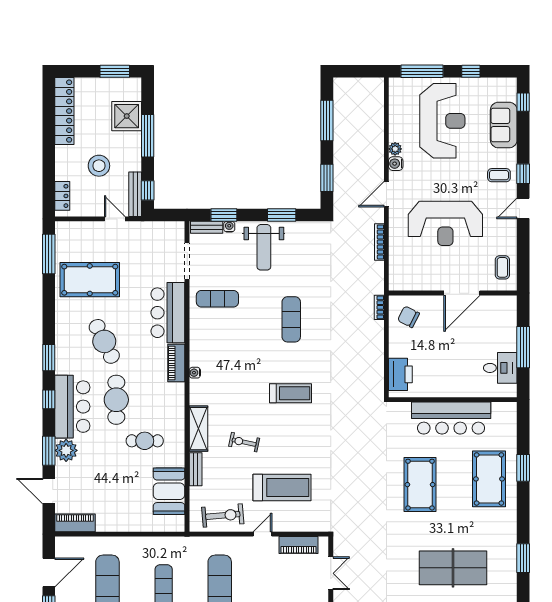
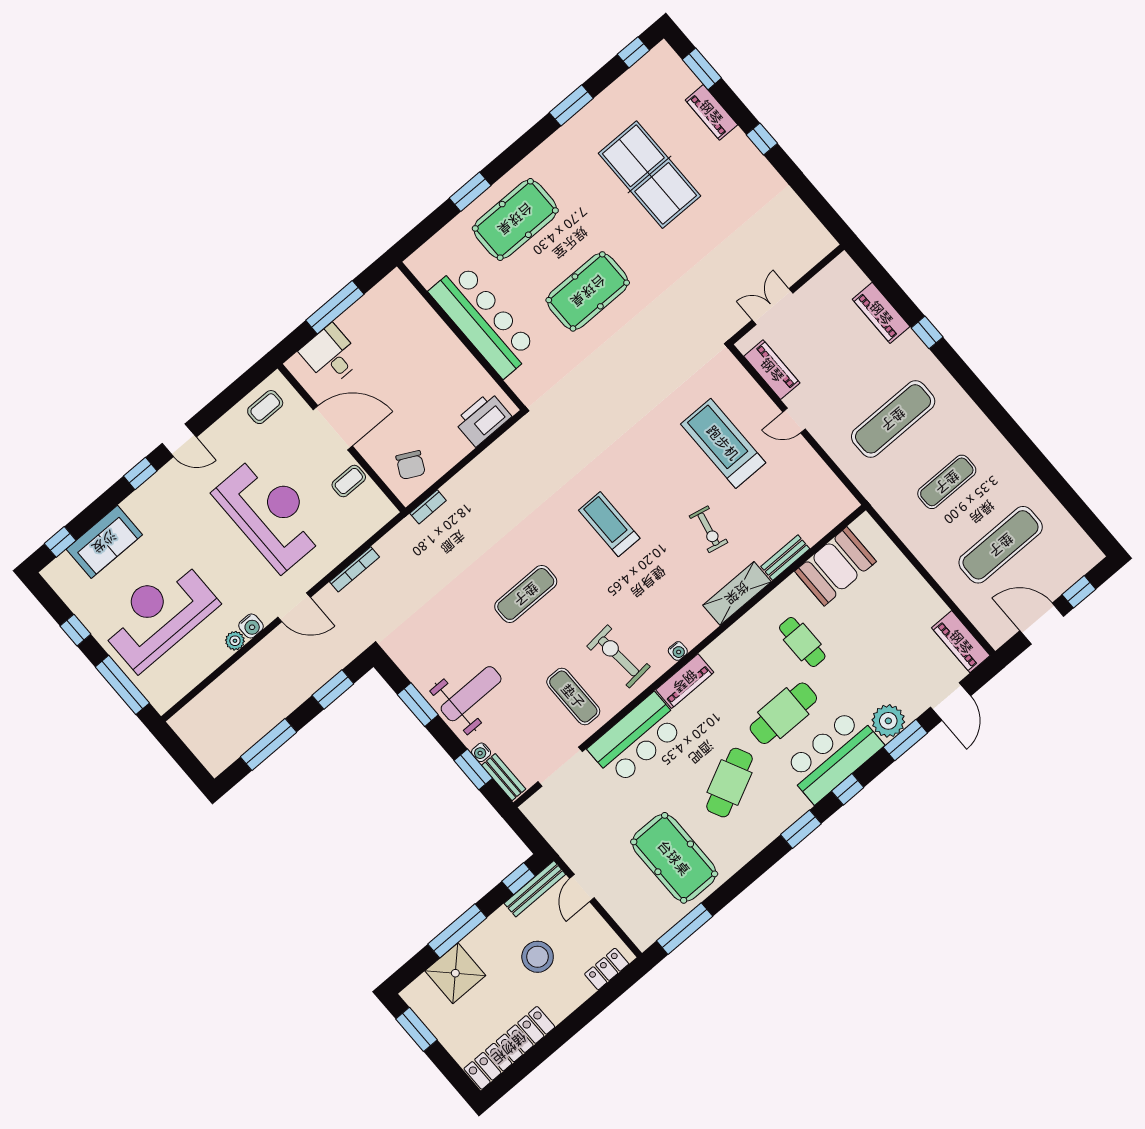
coffee table: (499, 175) -> (349, 481), moved, turned 90
desk: (500, 368) -> (331, 355), moved
exercise bike: (223, 515) -> (618, 656), moved

